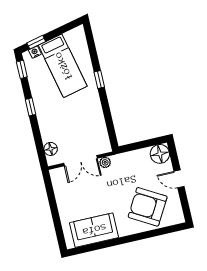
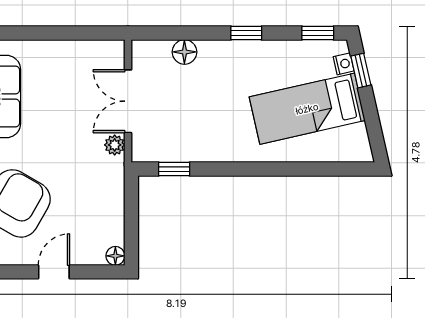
window: (99, 79) -> (174, 169), moved
floor lamp: (51, 149) -> (184, 52), moved
floor lamp: (160, 154) -> (115, 256), width x0.53, depth x0.53

